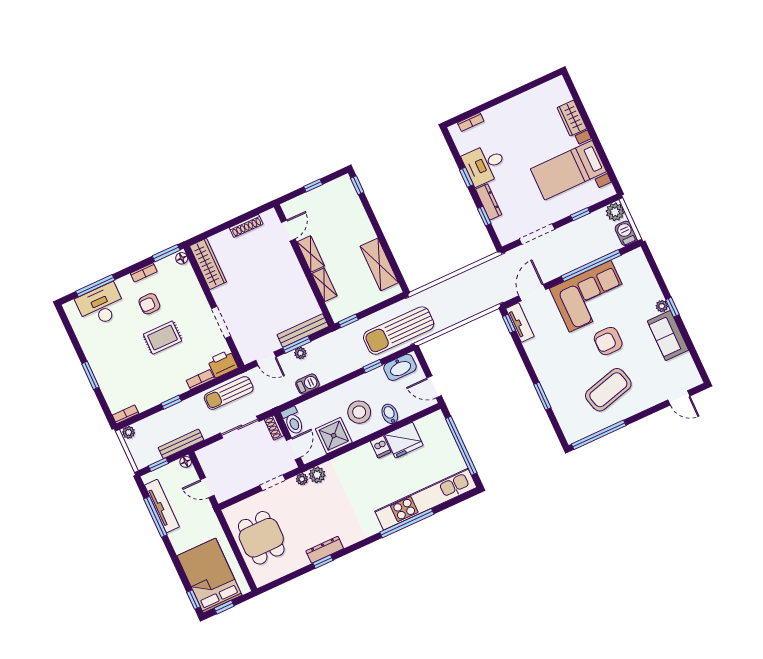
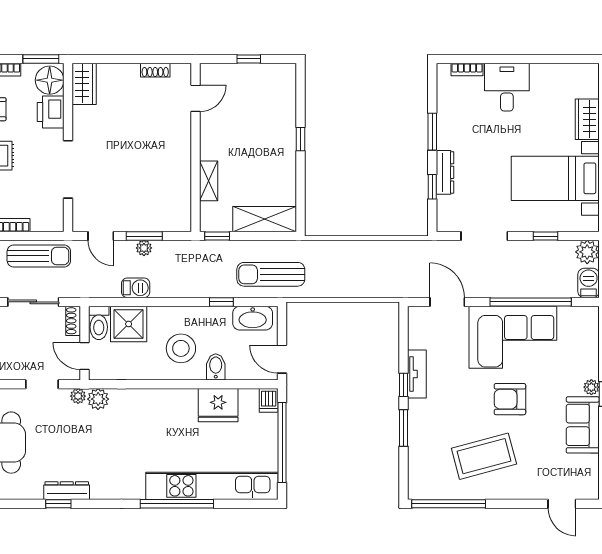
desk: (485, 164) -> (507, 87), moved, turned 90
window: (466, 177) -> (432, 132), width x1.50
window: (357, 185) -> (301, 139), moved
shoe rack: (246, 226) -> (155, 70), width x0.70
shelving: (311, 254) -> (209, 138), removed
floor lamp: (182, 258) -> (50, 80), width x1.89, depth x1.89
wardrobe: (208, 264) -> (84, 84), width x0.67
shelving: (379, 264) -> (265, 219), moved, turned 90
door: (532, 293) -> (447, 302), hinge flipped
doorway: (221, 322) -> (68, 169), width x1.36
tv unit: (520, 323) -> (417, 374), moved
window: (509, 324) -> (403, 385), moved
bench: (303, 330) -> (159, 223), removed
sun lounger: (399, 331) -> (271, 274), width x0.73, depth x0.75
printer: (223, 364) -> (51, 112), moved, turned -90
sun lounger: (229, 393) -> (39, 256), turned 180
shower: (334, 436) -> (129, 324), moved
dishwasher: (381, 447) -> (269, 400), moved
door: (293, 449) -> (84, 356), swing flipped

